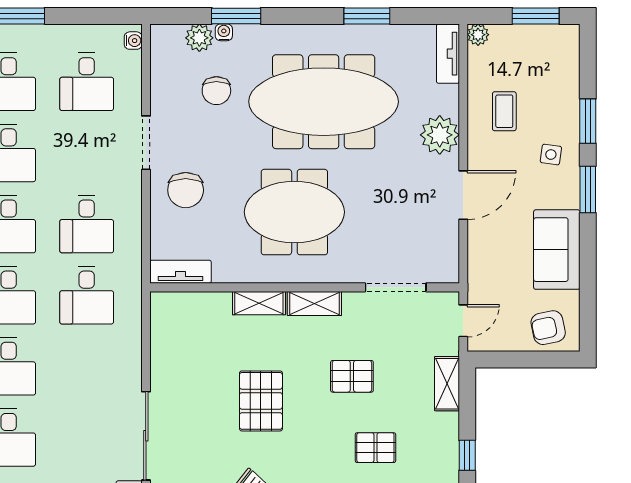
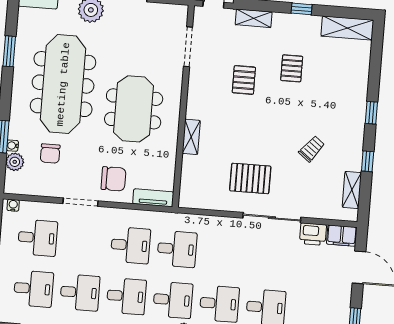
chair: (216, 91) -> (50, 153), turned 90
tv unit: (180, 272) -> (153, 198), moved, turned 90
shelving: (314, 303) -> (194, 101), removed
pallet: (261, 401) -> (250, 178), moved

